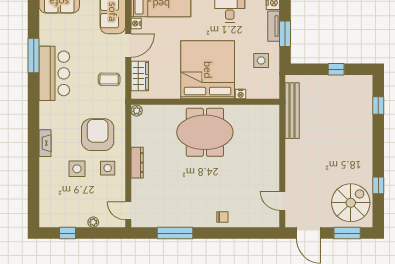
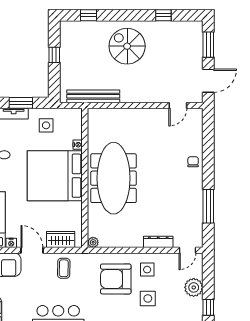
meeting table: (205, 132) -> (114, 178), width x1.36
dresser: (137, 163) -> (158, 242), moved
spiral stairs: (351, 203) -> (127, 46), moved
plant: (93, 222) -> (194, 287), width x1.88, depth x1.88

